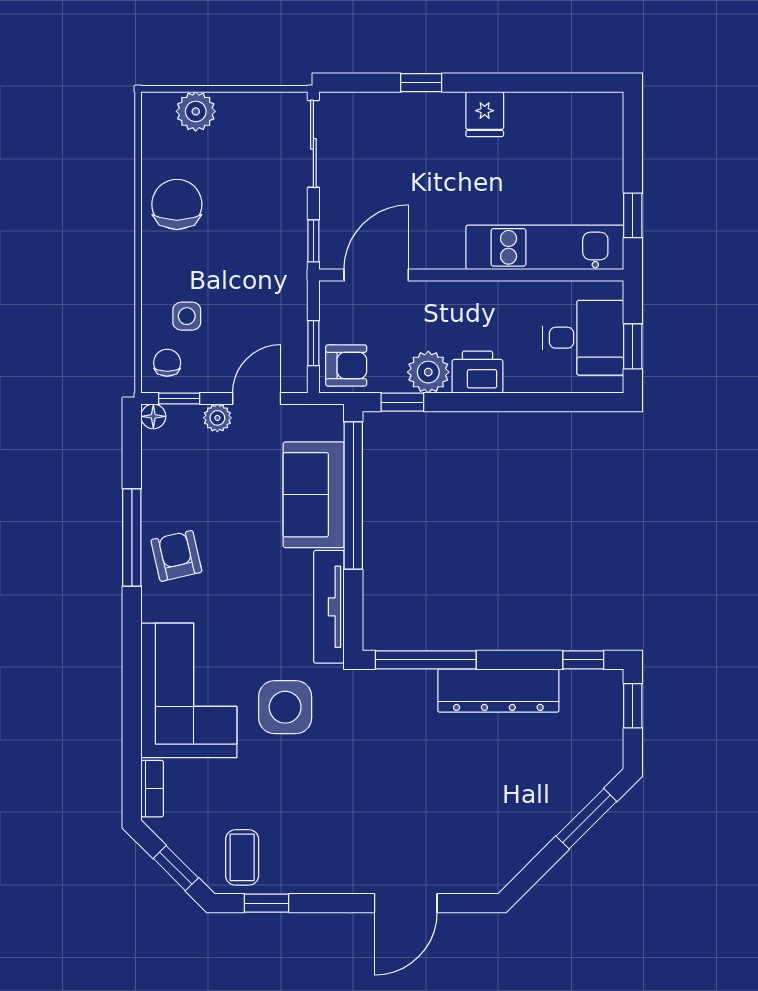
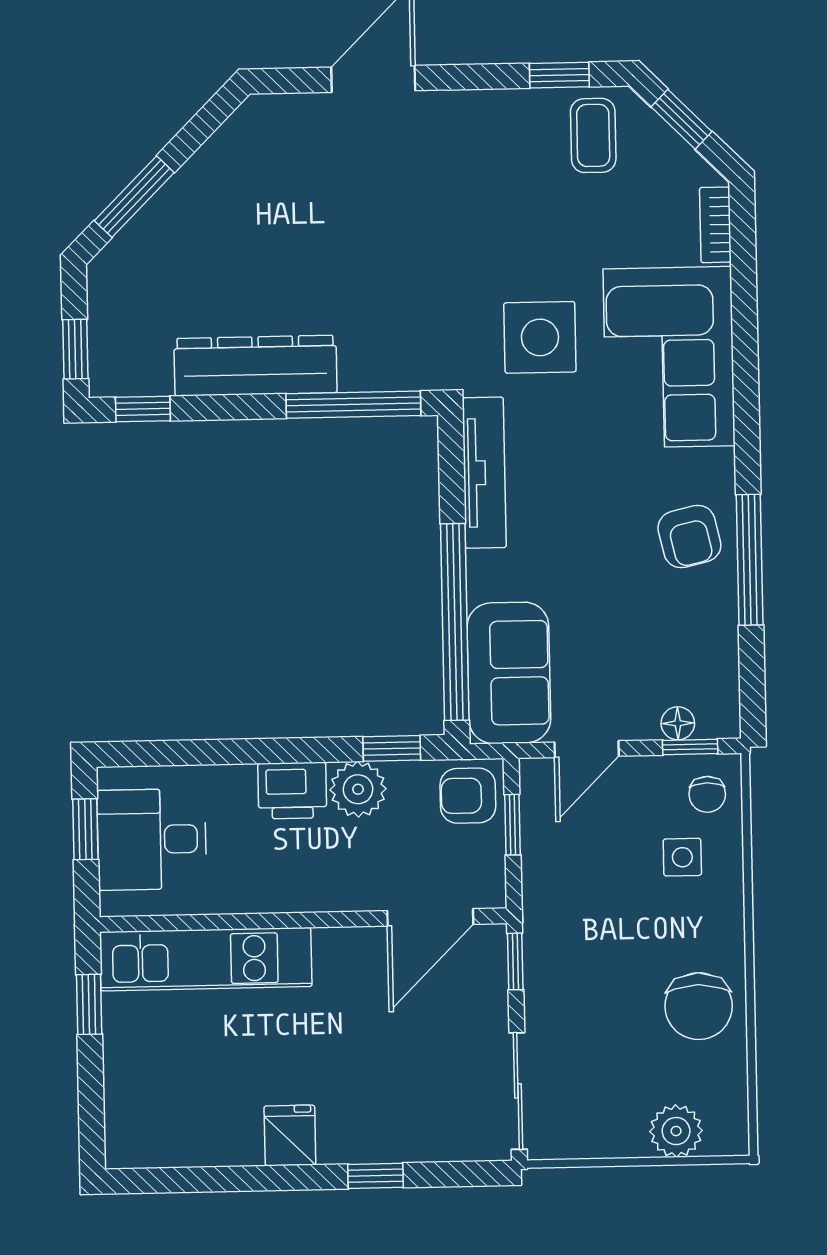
floor lamp: (153, 416) -> (678, 723), moved
plant: (217, 418) -> (638, 722), removed
sofa: (314, 495) -> (509, 673), moved

